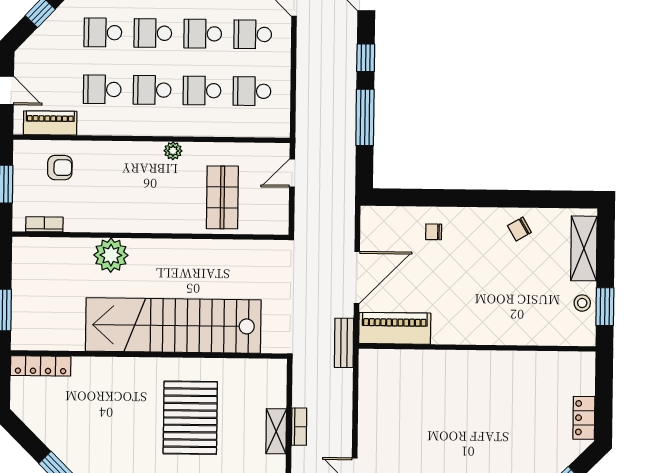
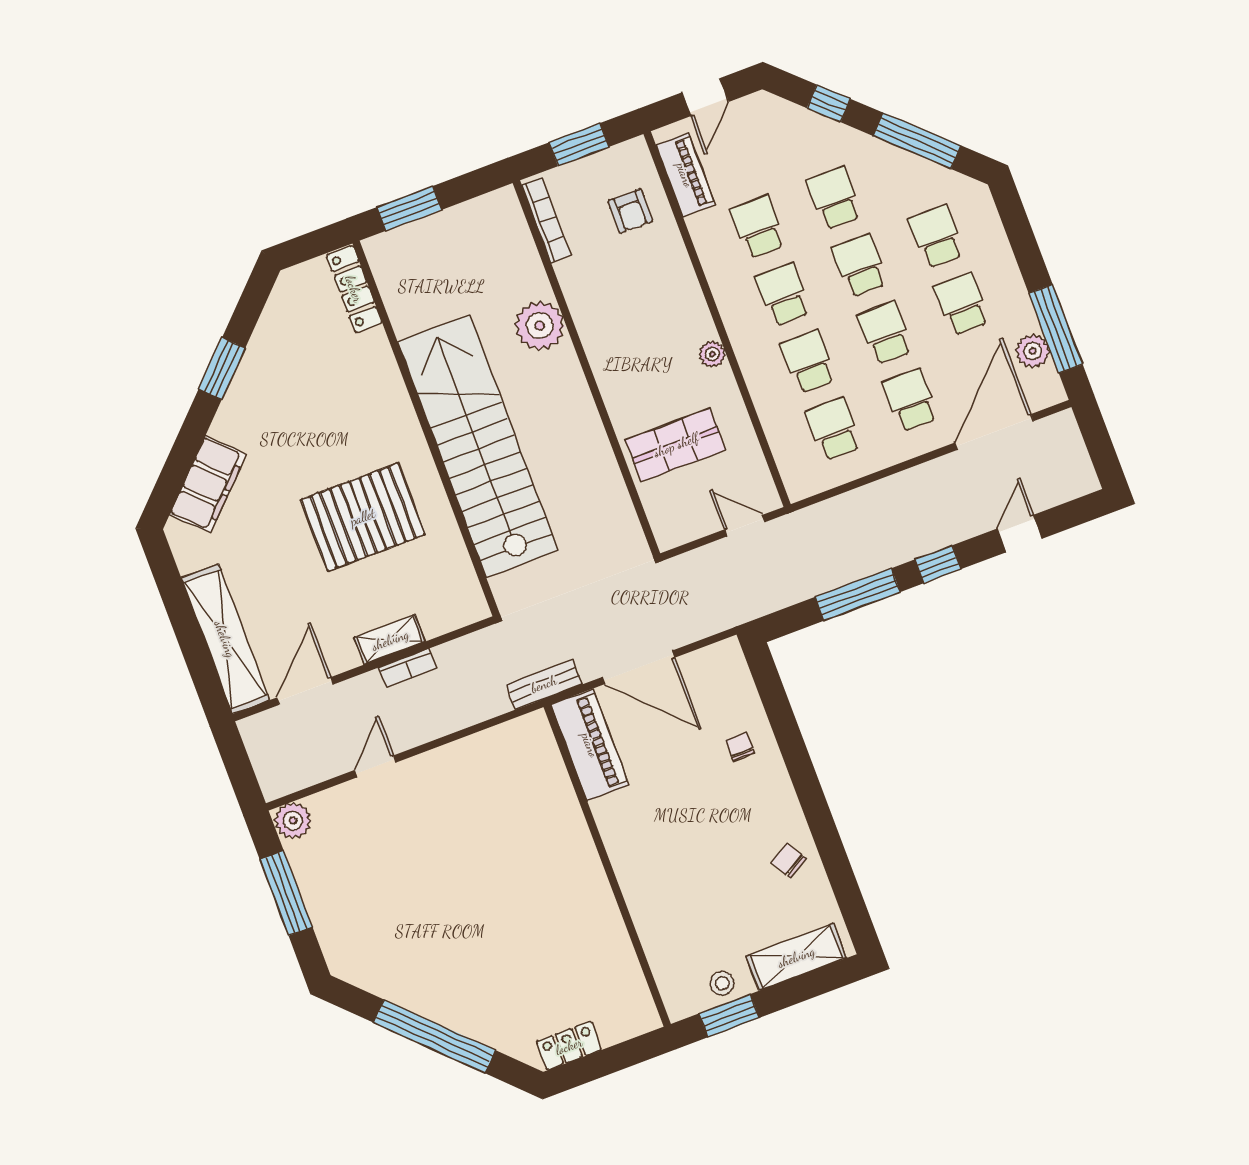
bookcase: (44, 224) -> (546, 220), width x1.56

